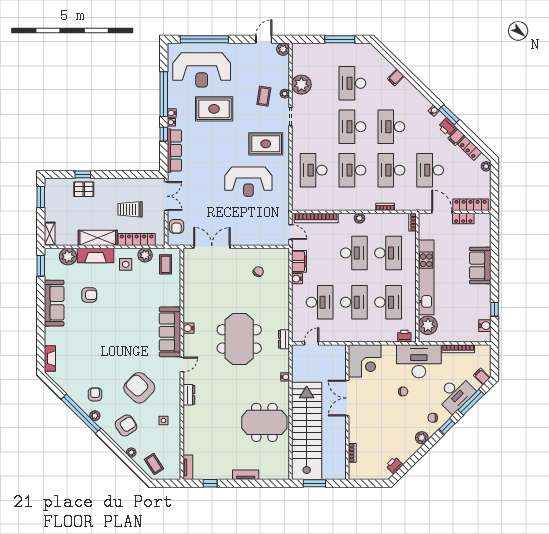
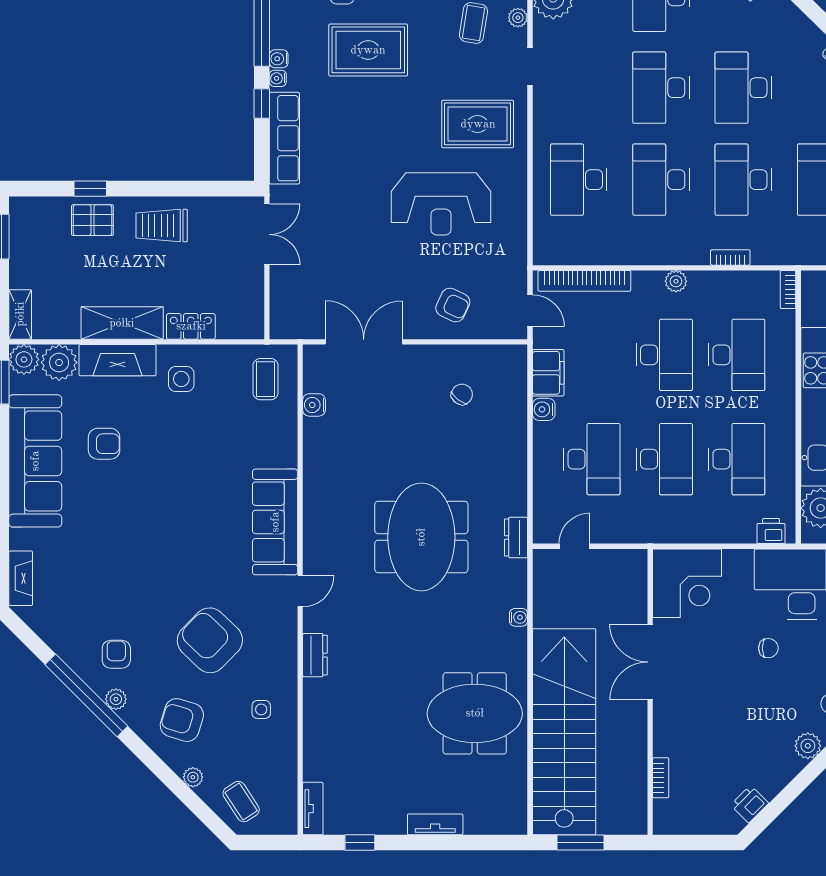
trolley: (130, 209) -> (162, 226), moved
armchair: (177, 226) -> (453, 305), moved, turned -65
locker: (137, 239) -> (191, 326), width x0.66
plant: (145, 255) -> (24, 359), moved
sofa: (54, 303) -> (35, 461), width x1.36, depth x1.27
water cooler: (188, 328) -> (314, 405), moved
armchair: (126, 425) -> (182, 720), turned -130

